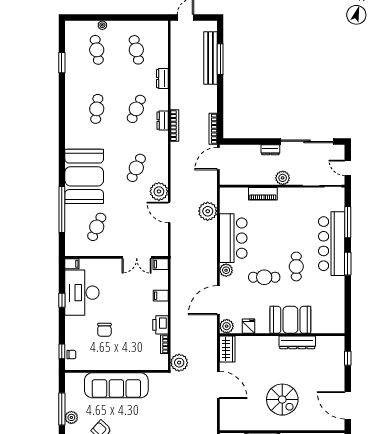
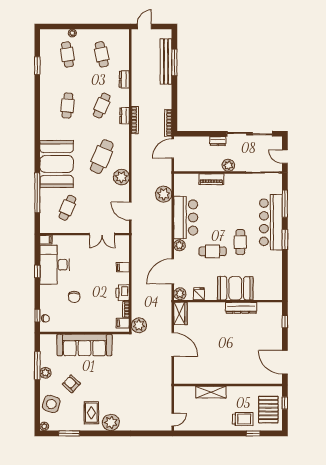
cafe table: (136, 168) -> (102, 157), width x1.37, depth x1.35
door: (169, 213) -> (130, 211), moved
filing cabinet: (161, 264) -> (123, 323), moved
spiral stairs: (282, 400) -> (228, 357), removed

